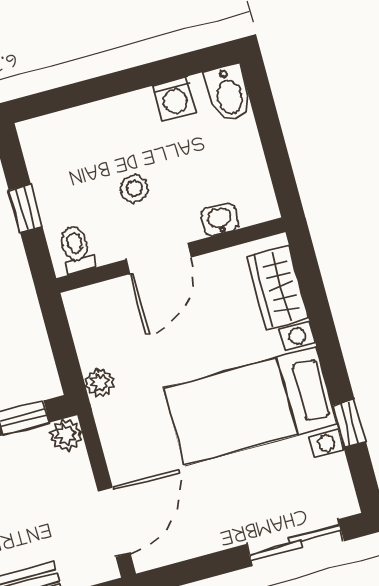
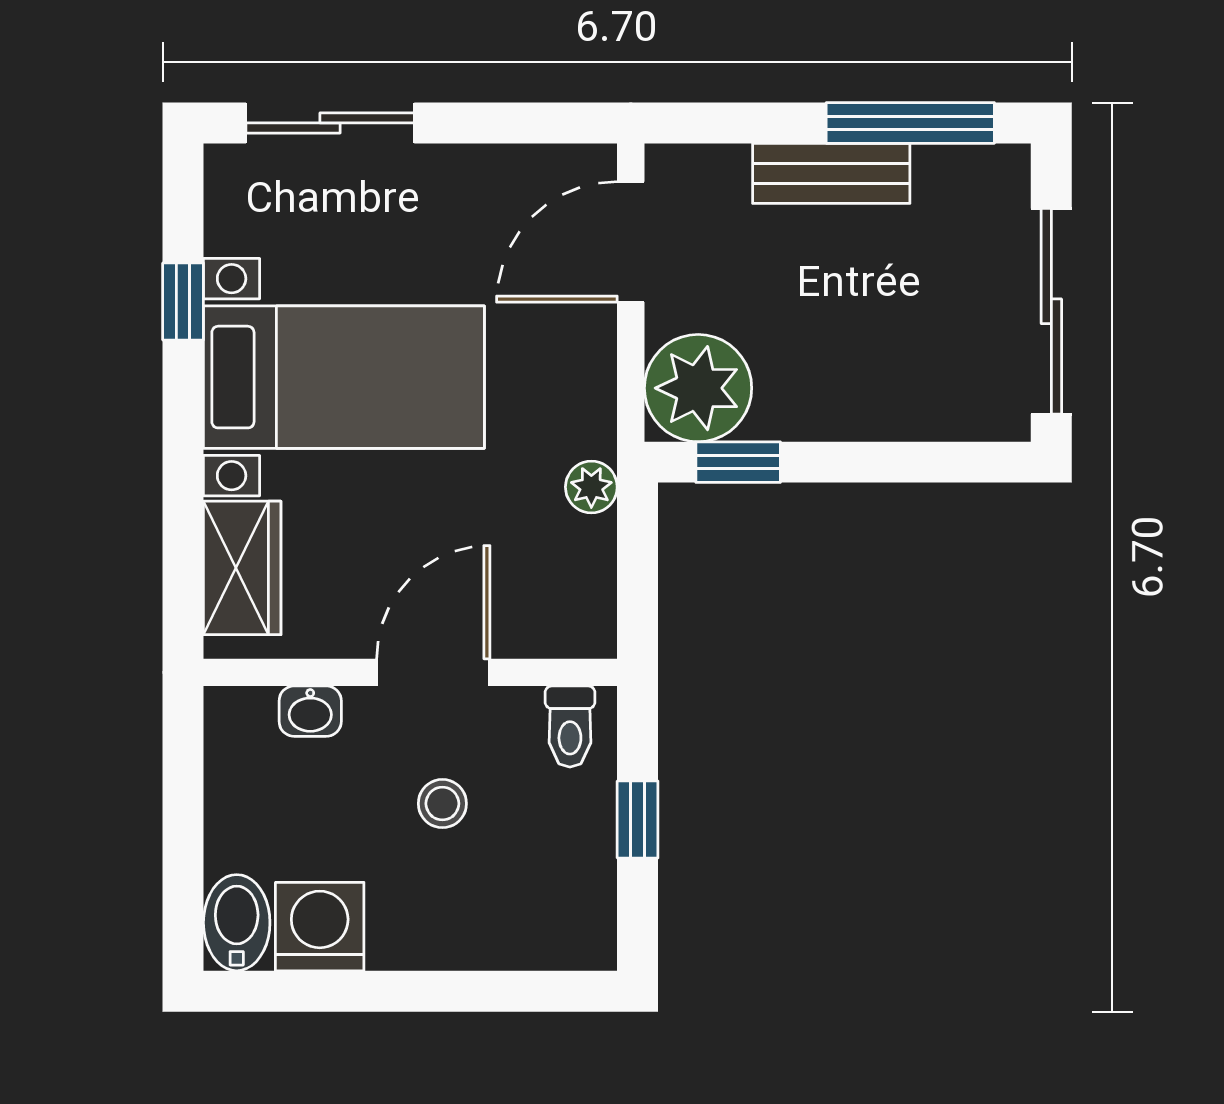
washing machine: (175, 99) -> (320, 927), width x1.38, depth x1.38
plant: (66, 435) -> (698, 388), width x1.87, depth x1.87

